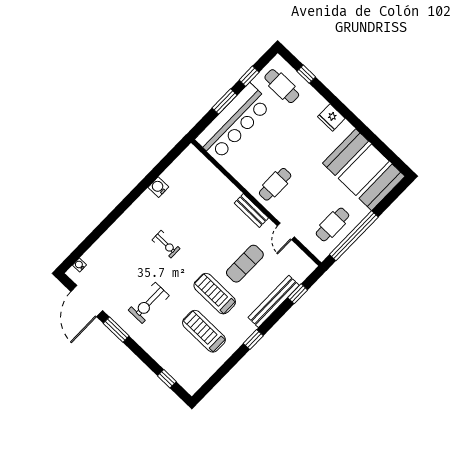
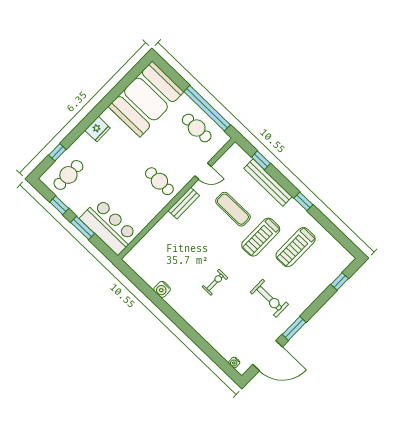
bar counter: (234, 122) -> (109, 226), width x0.73

